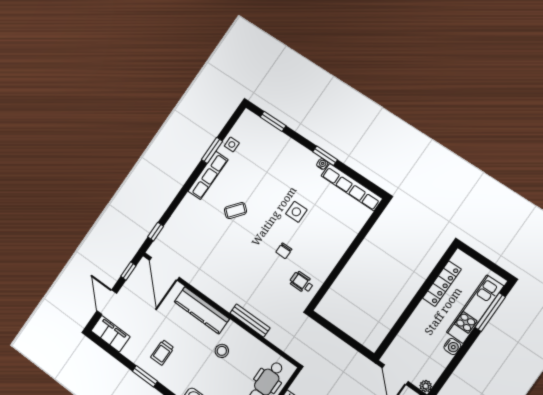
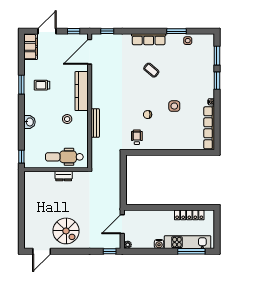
window: (325, 156) -> (217, 81), moved
row of seats: (208, 175) -> (149, 39), moved

